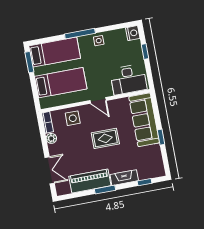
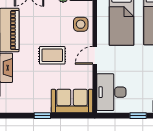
sofa: (144, 120) -> (72, 101), width x0.73
rug: (105, 138) -> (52, 55), turned 90

